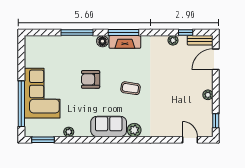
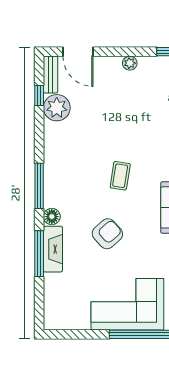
plant: (173, 40) -> (57, 108), width x1.88, depth x1.88
fireplace: (125, 42) -> (53, 249), moved
armchair: (91, 79) -> (107, 234), turned -132

